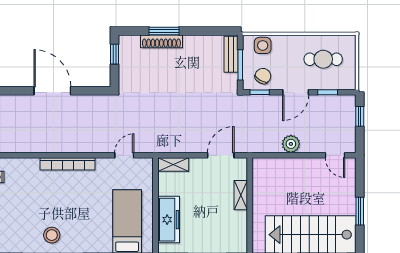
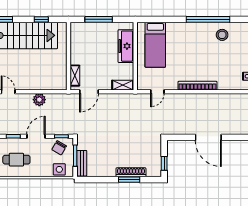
shelving: (241, 195) -> (75, 76), moved
stool: (52, 235) -> (222, 35), moved

